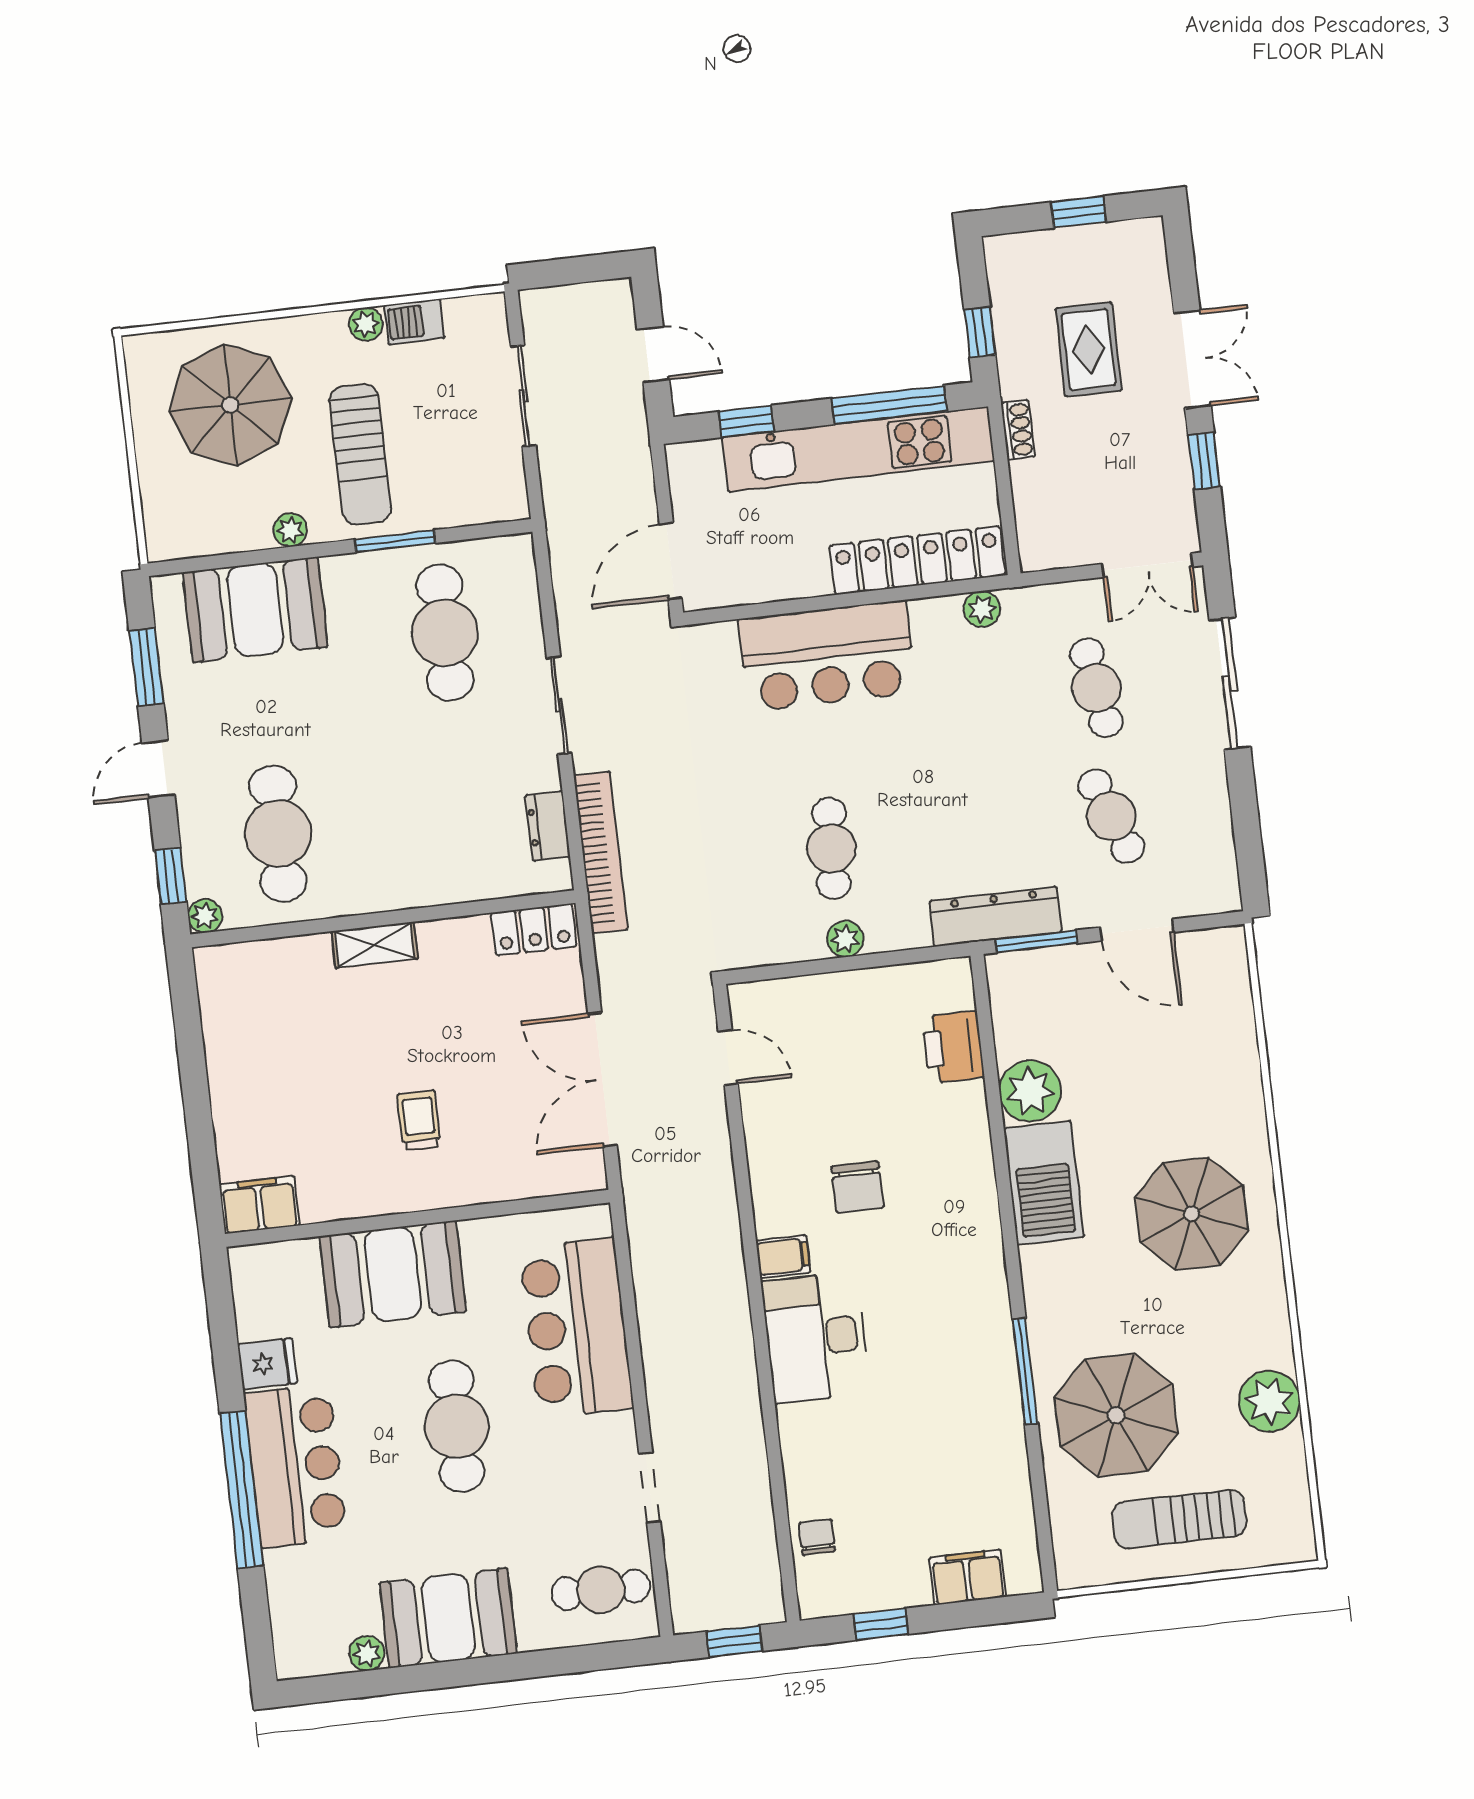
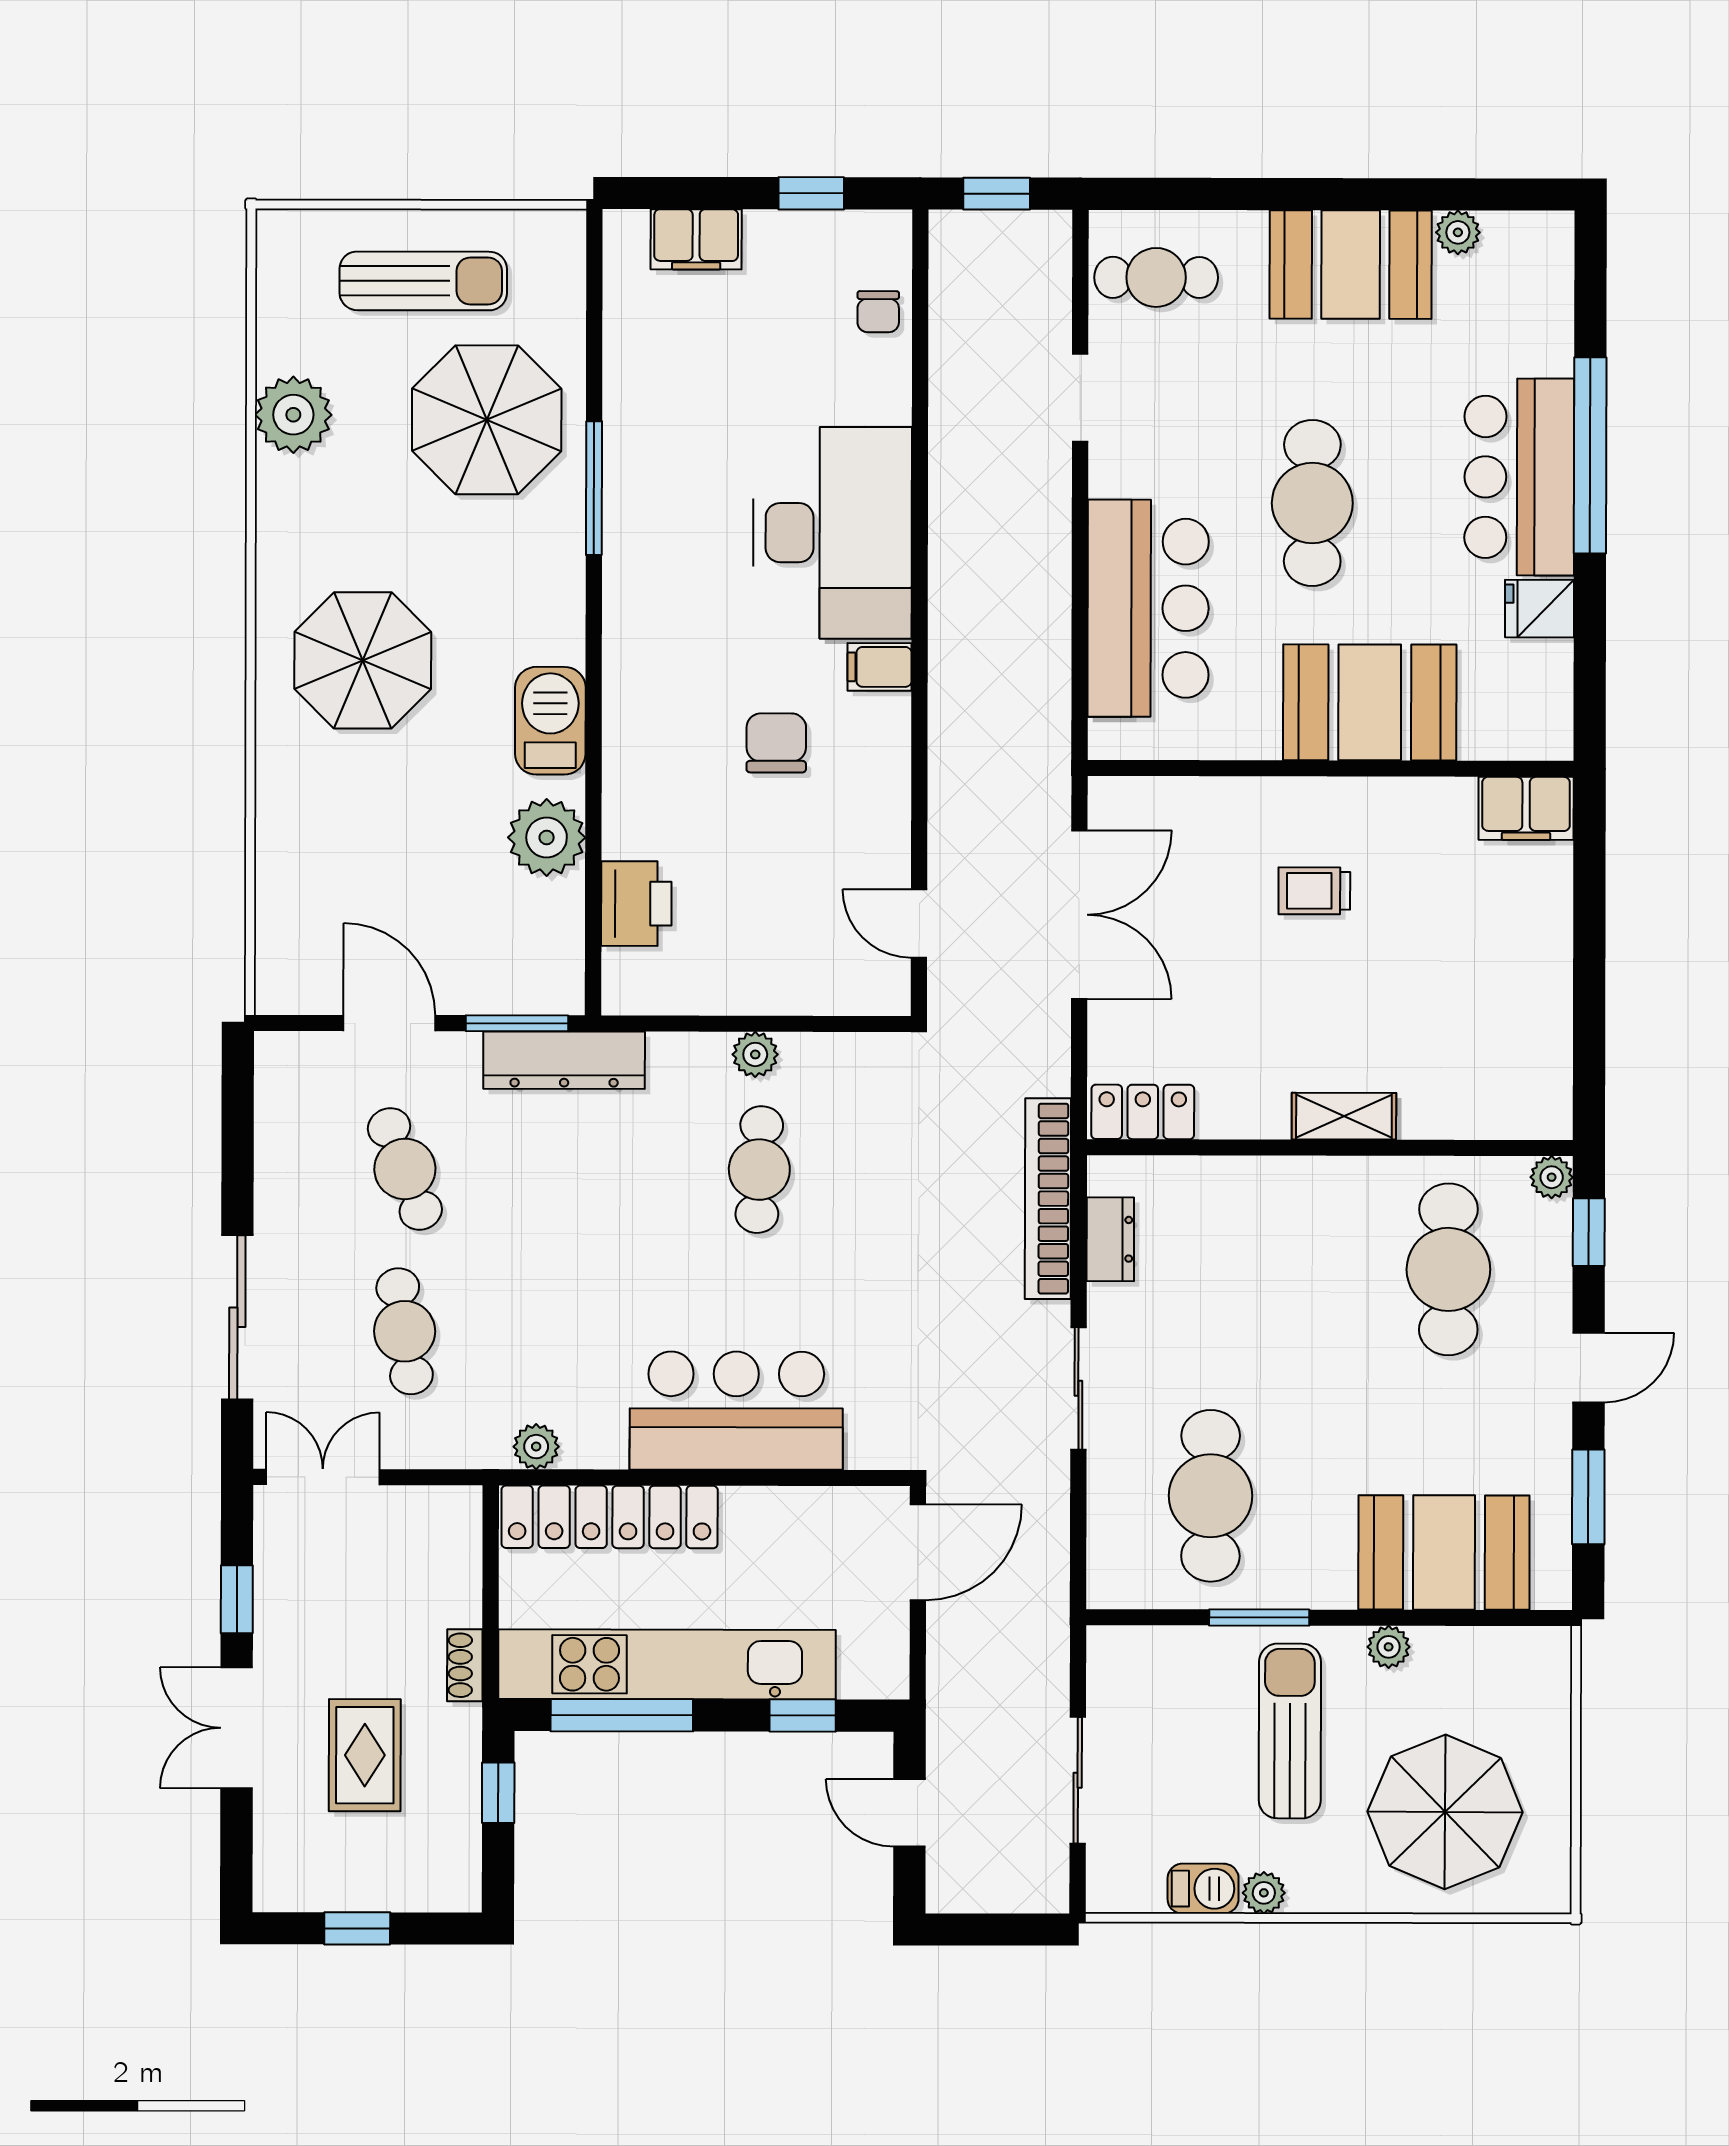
trolley: (419, 1120) -> (1314, 891), turned 90
barbecue: (1044, 1183) -> (550, 721), width x0.73, depth x0.83
desk: (816, 1337) -> (832, 533), width x1.36, depth x1.30

